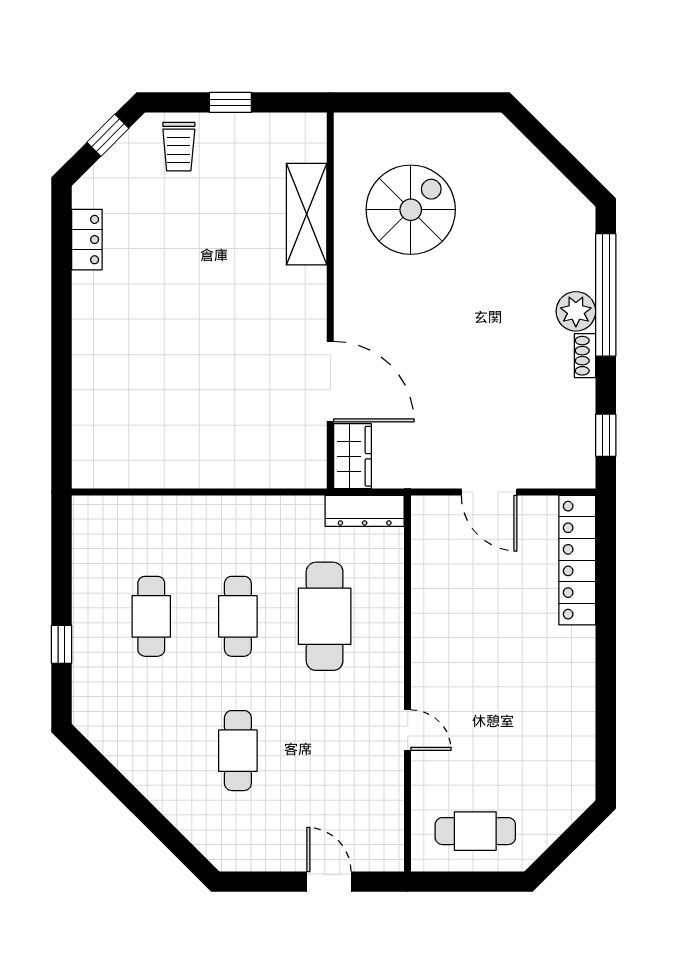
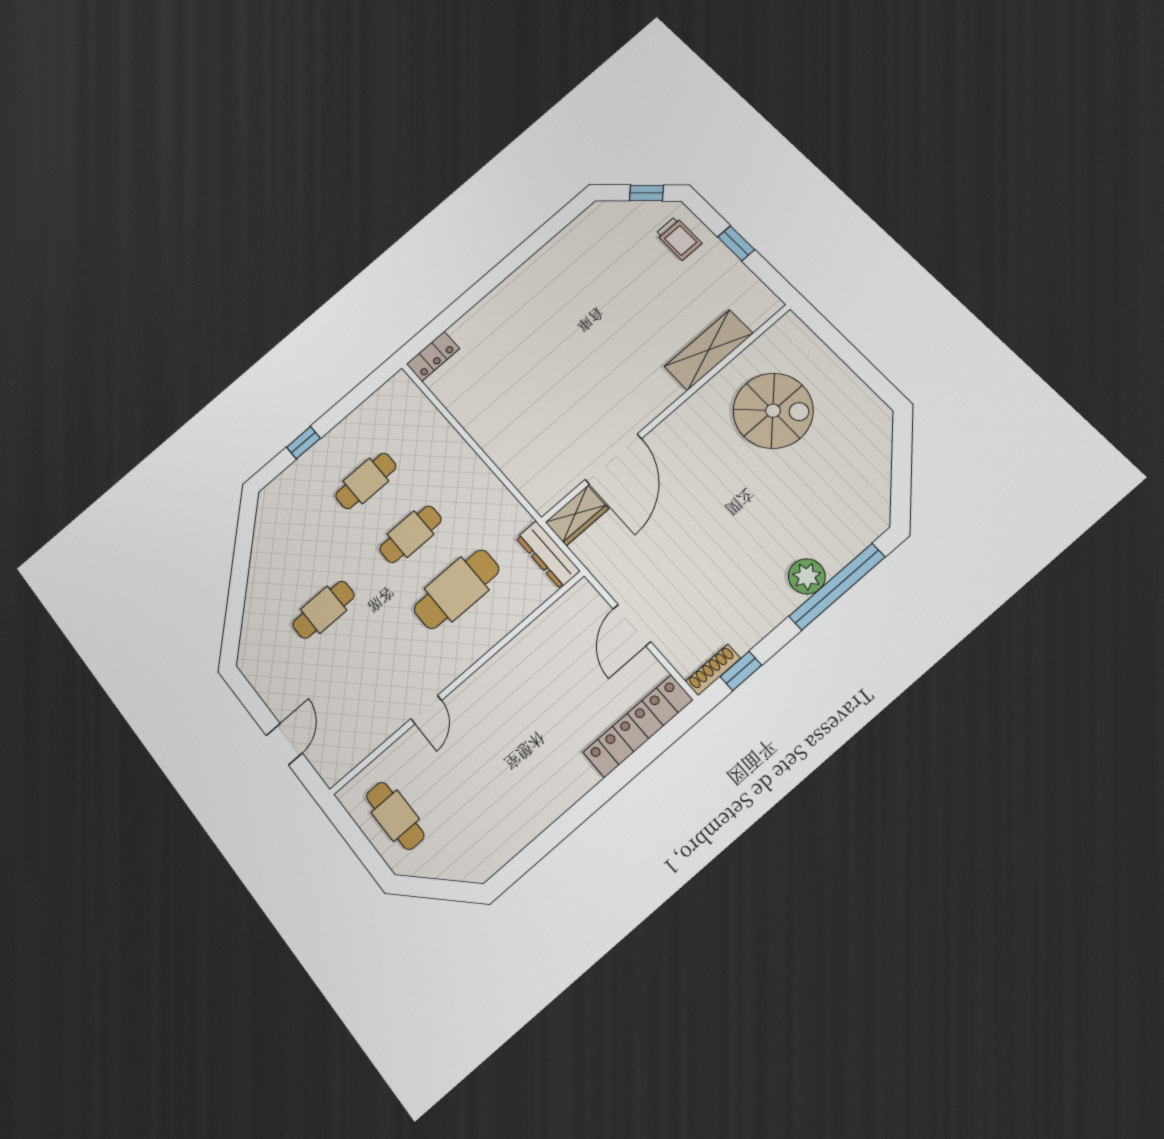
trolley: (179, 147) -> (679, 238), turned -90
locker: (87, 240) -> (433, 356), moved
shoe rack: (585, 356) -> (713, 670), moved, width x1.43

